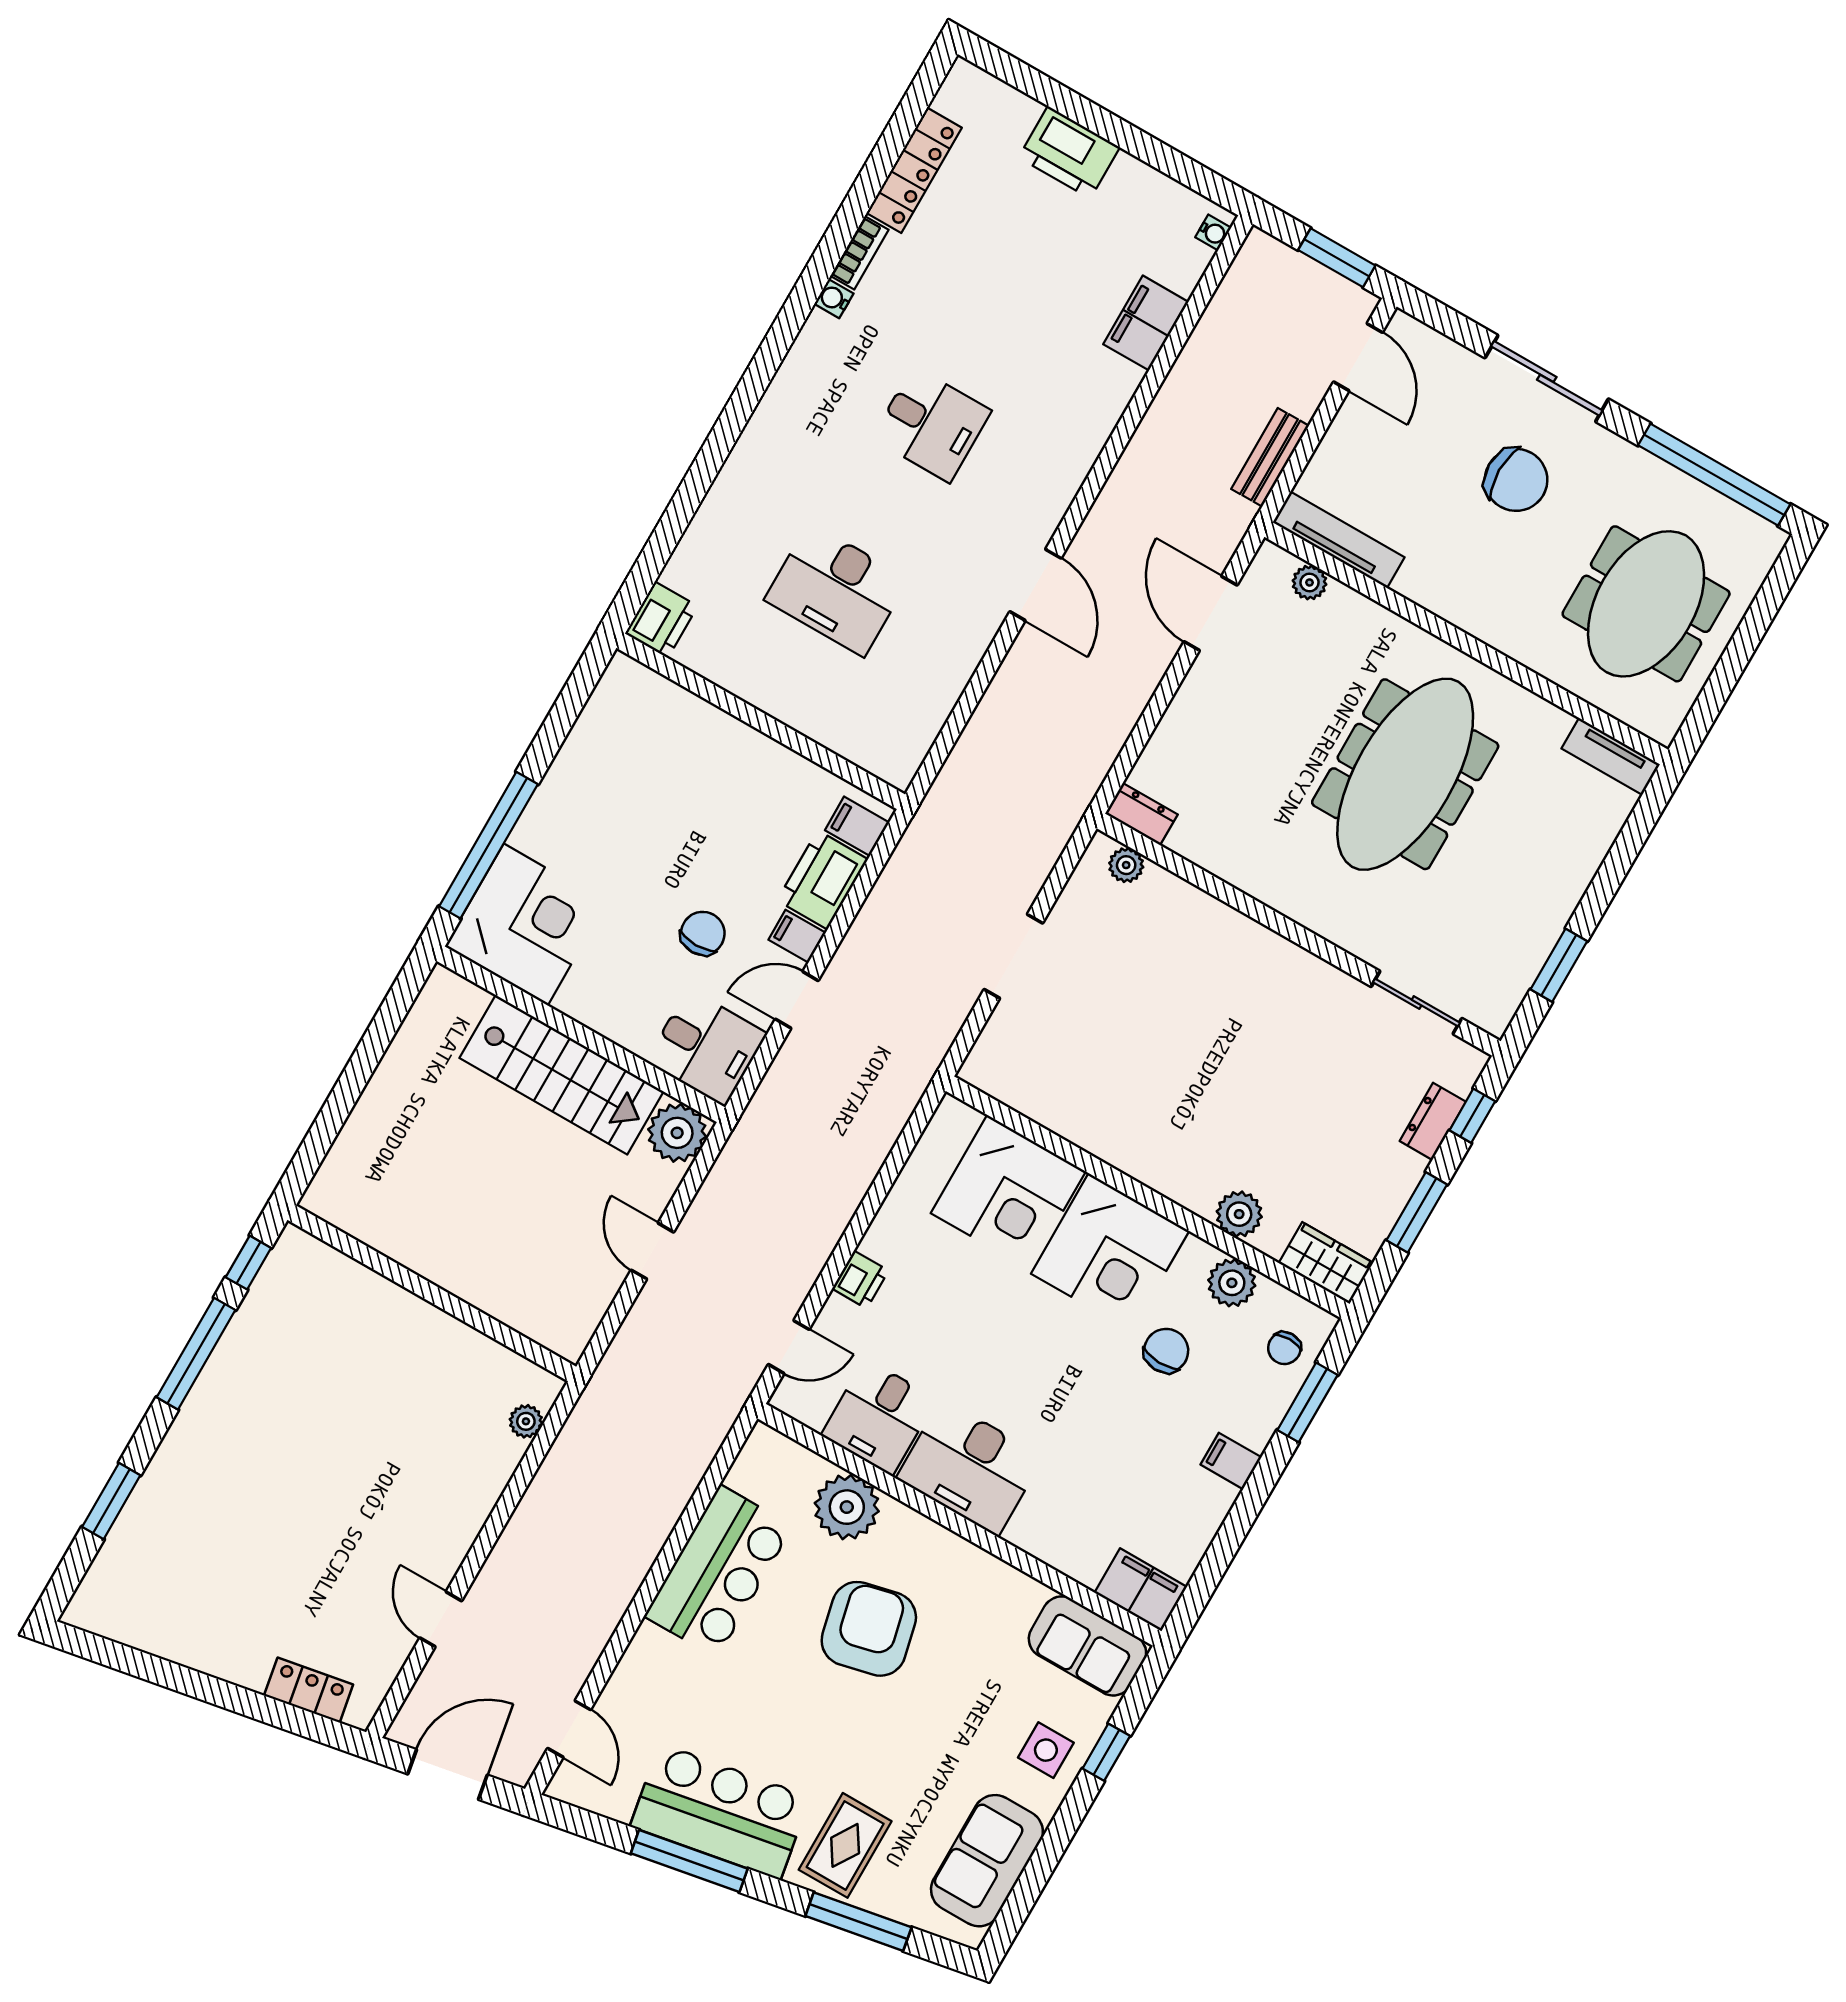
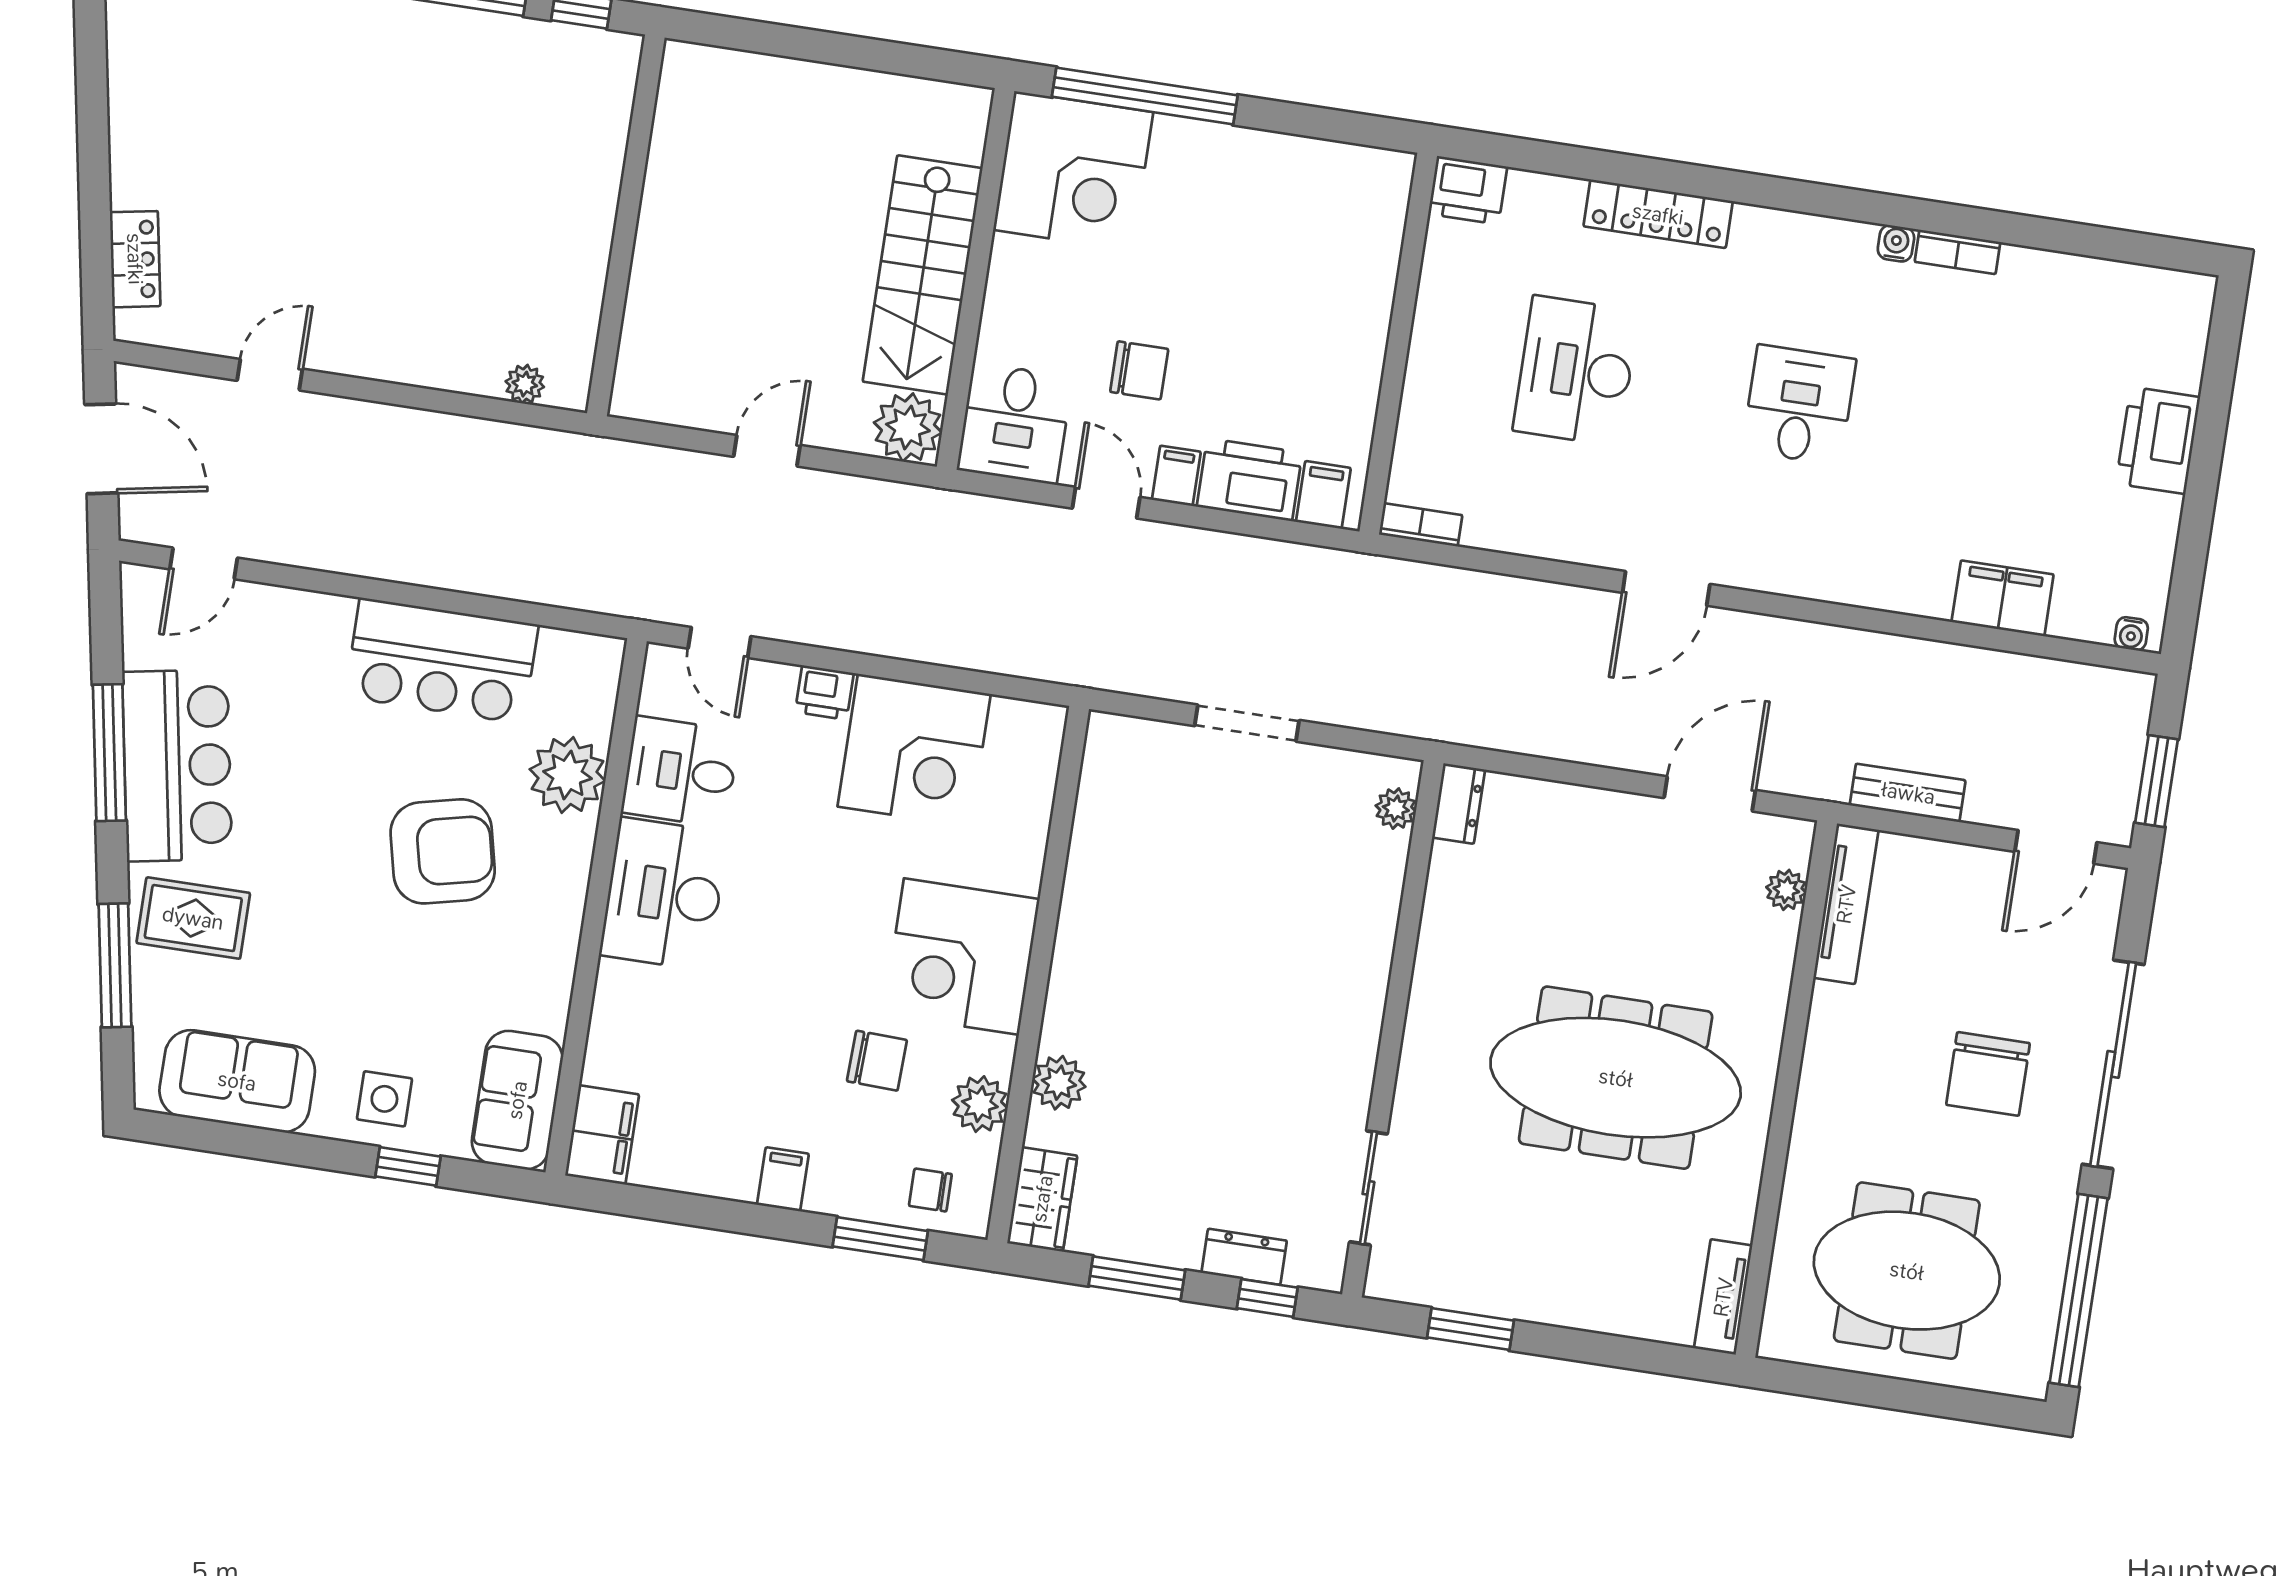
locker: (914, 170) -> (1658, 214), moved
sliding door: (1547, 378) -> (2113, 1064), width x1.36
desk: (931, 424) -> (1799, 405), turned 180
bookcase: (910, 759) -> (1421, 525), added
corner desk: (1008, 1192) -> (914, 750), moved, turned -90

